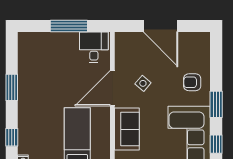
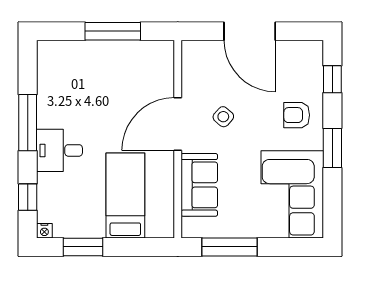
desk: (94, 47) -> (59, 150), moved, turned -90
window: (12, 87) -> (28, 123), width x1.44
window: (216, 144) -> (332, 79), moved

